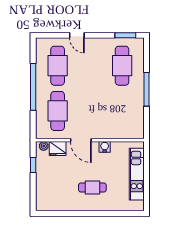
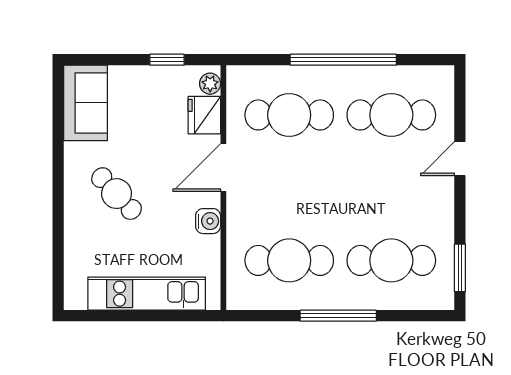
cafe table: (122, 111) -> (289, 260), added
cafe table: (92, 187) -> (117, 194), turned -43
sofa: (52, 201) -> (85, 103), added

